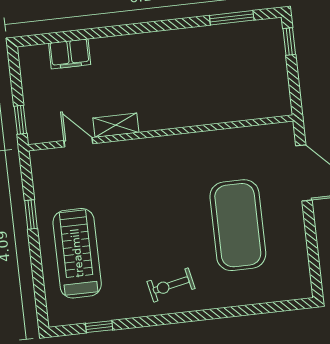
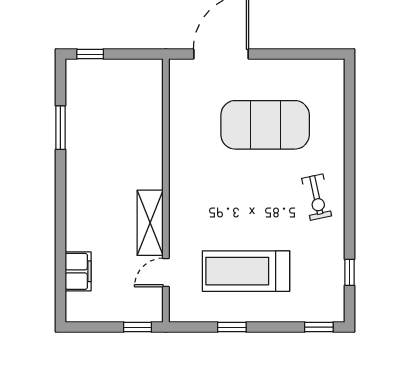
window: (232, 18) -> (60, 128), moved
shelving: (116, 125) -> (150, 223), width x1.50, depth x1.33
treadmill: (77, 253) -> (246, 271), moved
window: (41, 302) -> (319, 327), added

